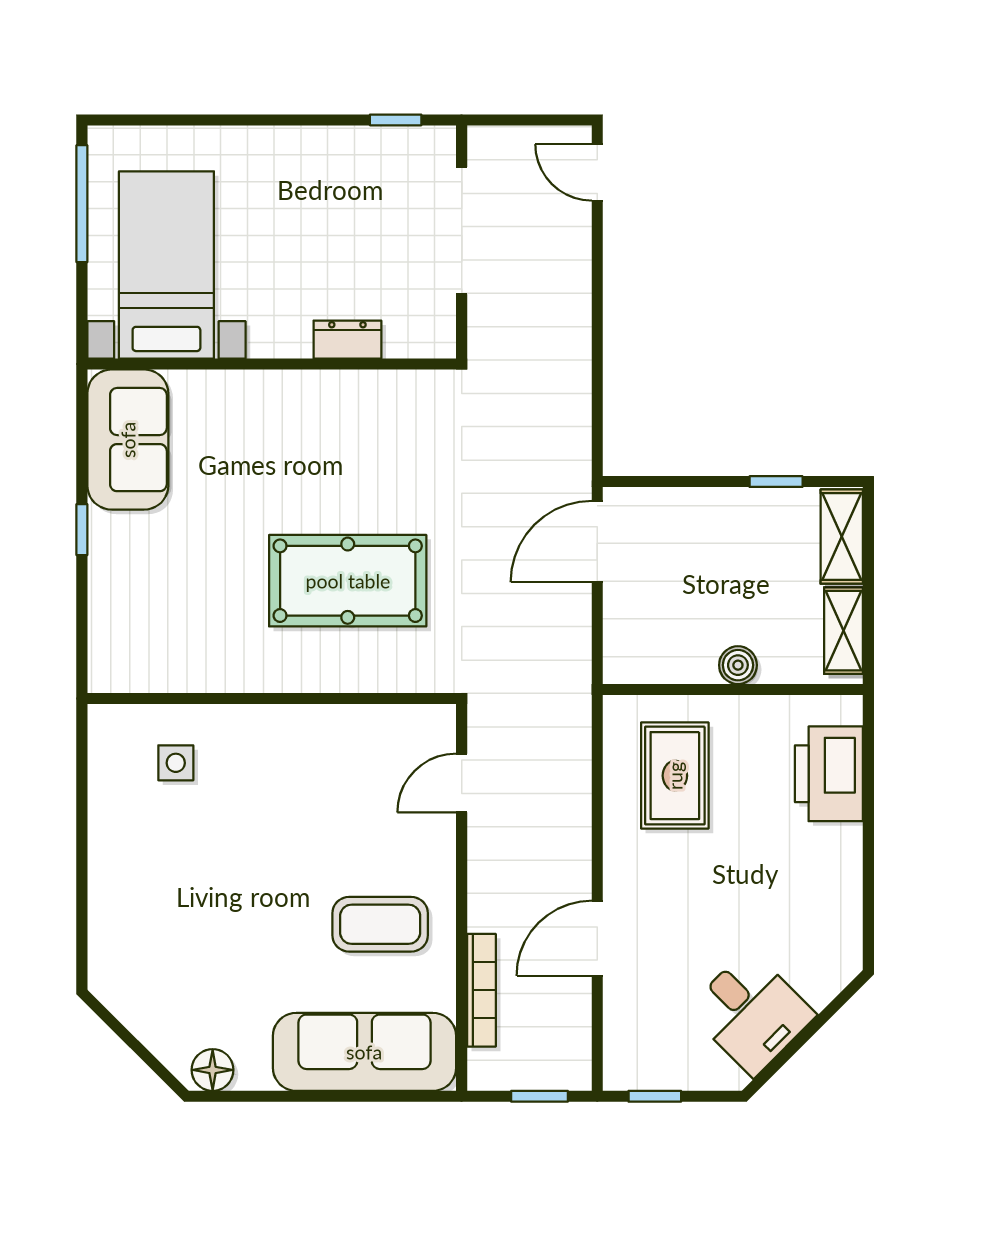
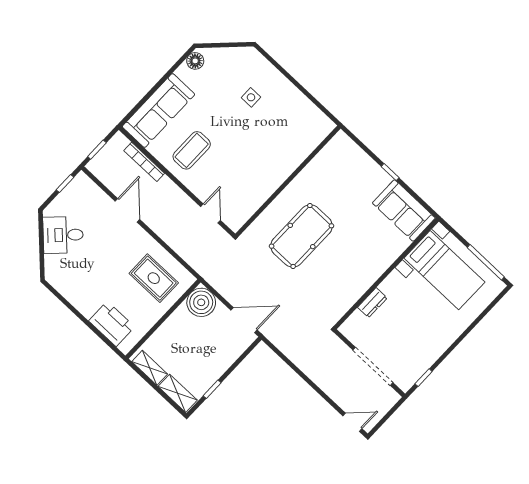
door: (597, 542) -> (244, 320), hinge flipped
boiler: (738, 665) -> (201, 302), moved, width x1.86, depth x1.86
side table: (176, 763) -> (251, 97), moved

